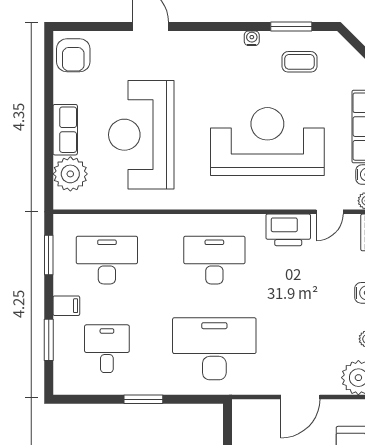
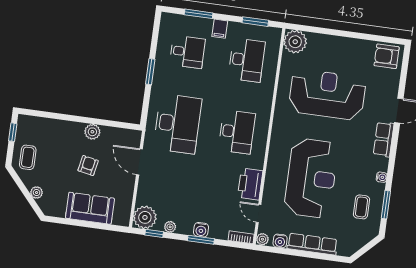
row of seats: (65, 130) -> (384, 139), moved, turned 90
plant: (70, 174) -> (295, 42), moved
door: (300, 397) -> (139, 162), moved

